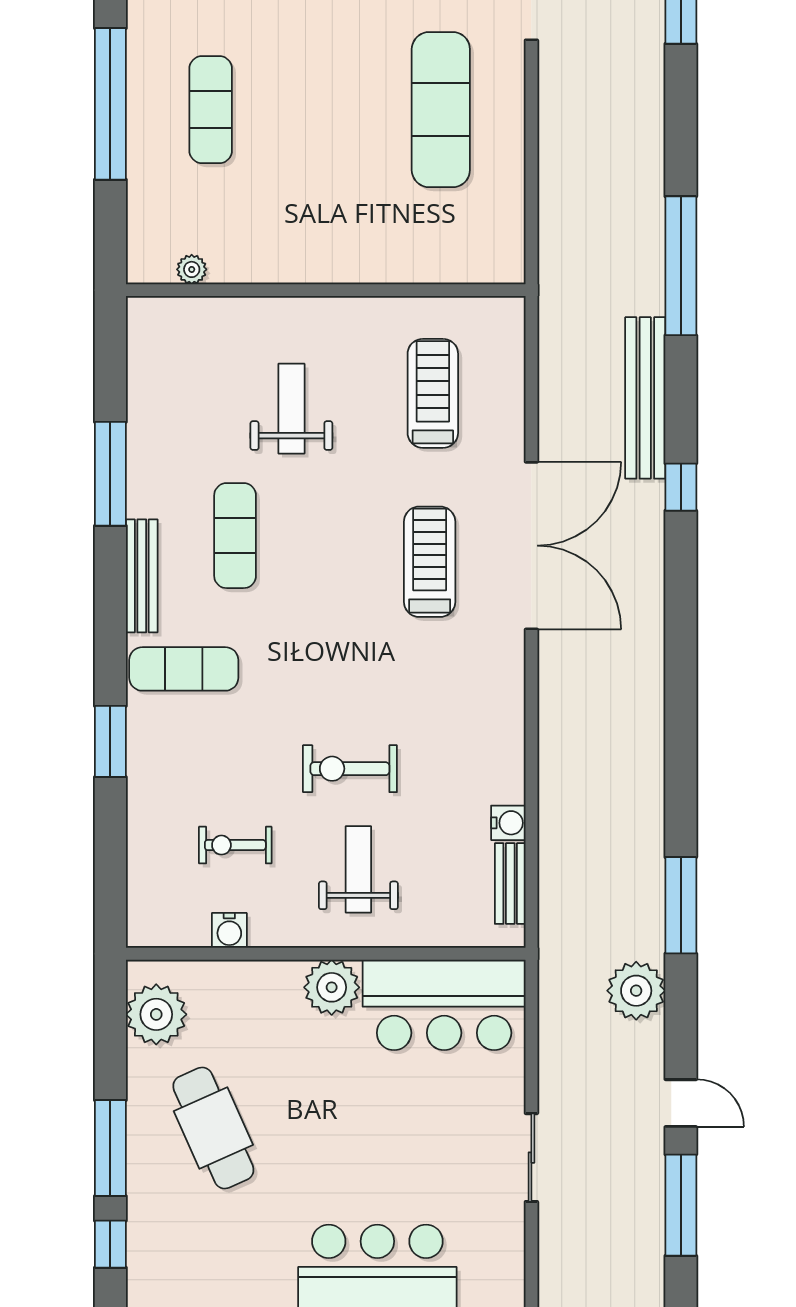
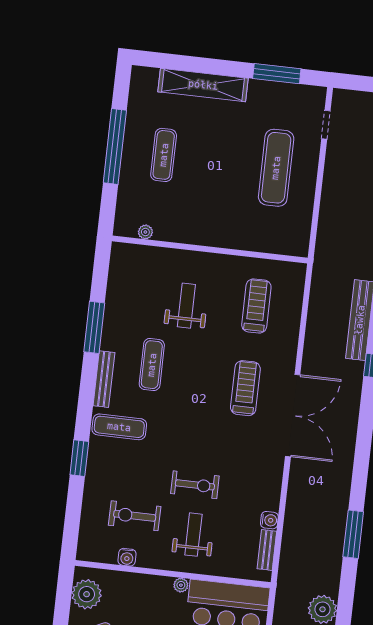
double door: (531, 546) -> (293, 416), moved
exercise bike: (350, 769) -> (195, 485), turned 180
exercise bike: (235, 845) -> (135, 516), width x1.38, depth x1.39
window: (681, 905) -> (353, 534), moved
plant: (332, 987) -> (181, 585), width x0.53, depth x0.53

